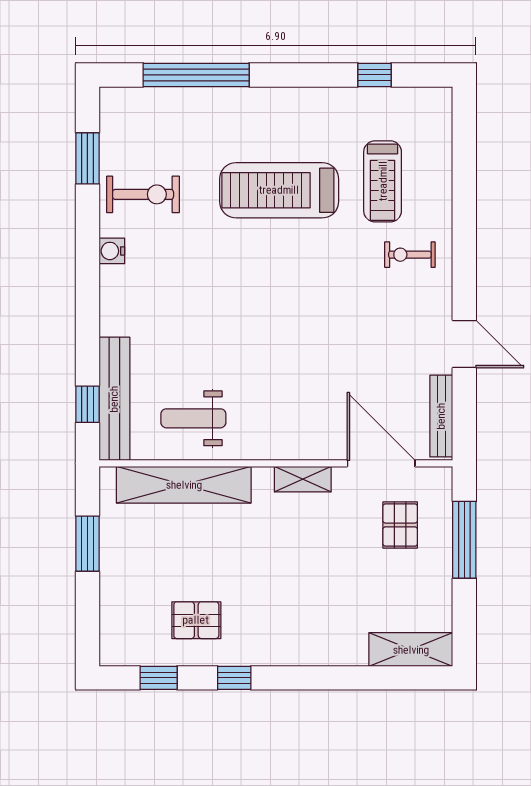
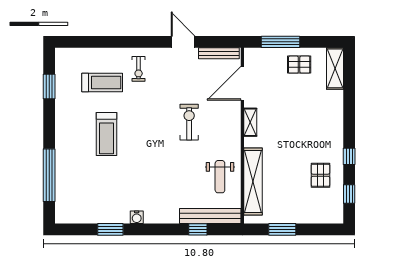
window: (375, 75) -> (49, 87), width x1.50
window: (87, 158) -> (110, 229), moved
treadmill: (279, 190) -> (106, 134), width x0.73, depth x0.73
exercise bike: (143, 194) -> (189, 122), moved
door: (464, 344) -> (183, 42), hinge flipped
window: (87, 404) -> (198, 229), moved
pallet: (400, 525) -> (299, 65), moved

